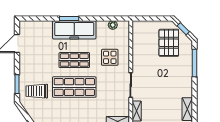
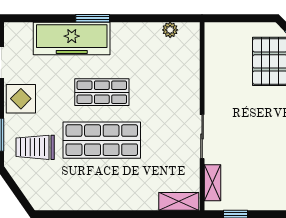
freezer: (74, 30) -> (72, 38), moved
display table: (110, 57) -> (21, 99), moved

